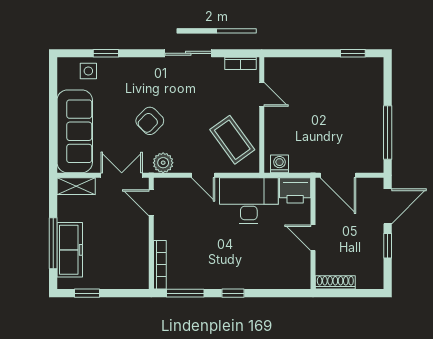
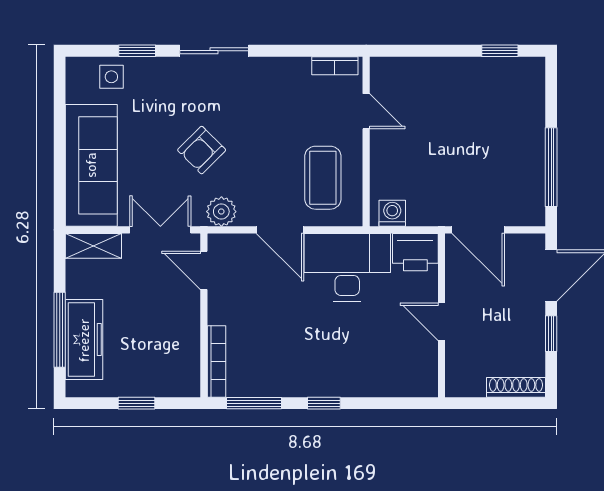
sliding door: (188, 53) -> (214, 51), moved
coffee table: (232, 140) -> (323, 178), turned 36
door: (203, 175) -> (280, 230), width x1.38
shoe rack: (335, 282) -> (516, 387), moved
window: (87, 293) -> (137, 403), moved

